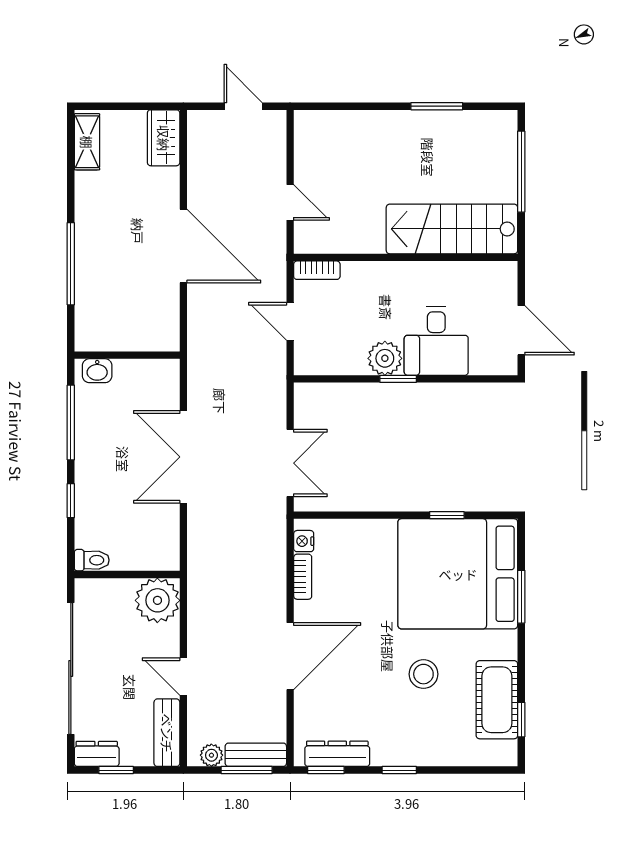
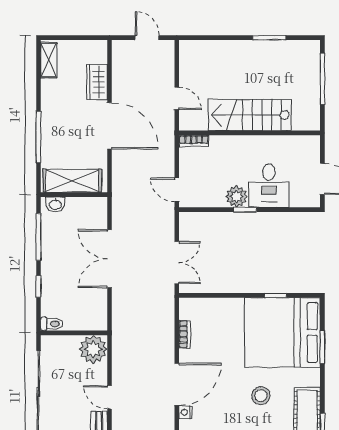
wardrobe: (164, 138) -> (97, 82), moved
stairs: (452, 229) -> (250, 115), moved
door: (290, 321) -> (177, 190), moved
shelving: (124, 333) -> (72, 181), added
nightstand: (304, 541) -> (185, 412), moved

